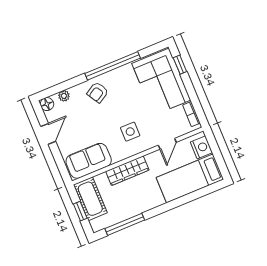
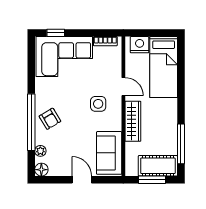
window: (113, 66) -> (31, 122), moved
door: (48, 134) -> (82, 180), moved
door: (167, 144) -> (123, 87), moved
cot: (90, 199) -> (158, 166), moved
window: (80, 211) -> (152, 180), width x1.50

